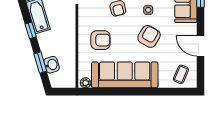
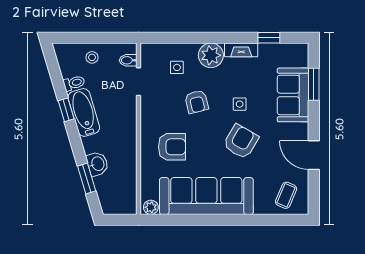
window: (31, 30) -> (66, 110), moved
washbasin: (52, 65) -> (97, 164), moved

